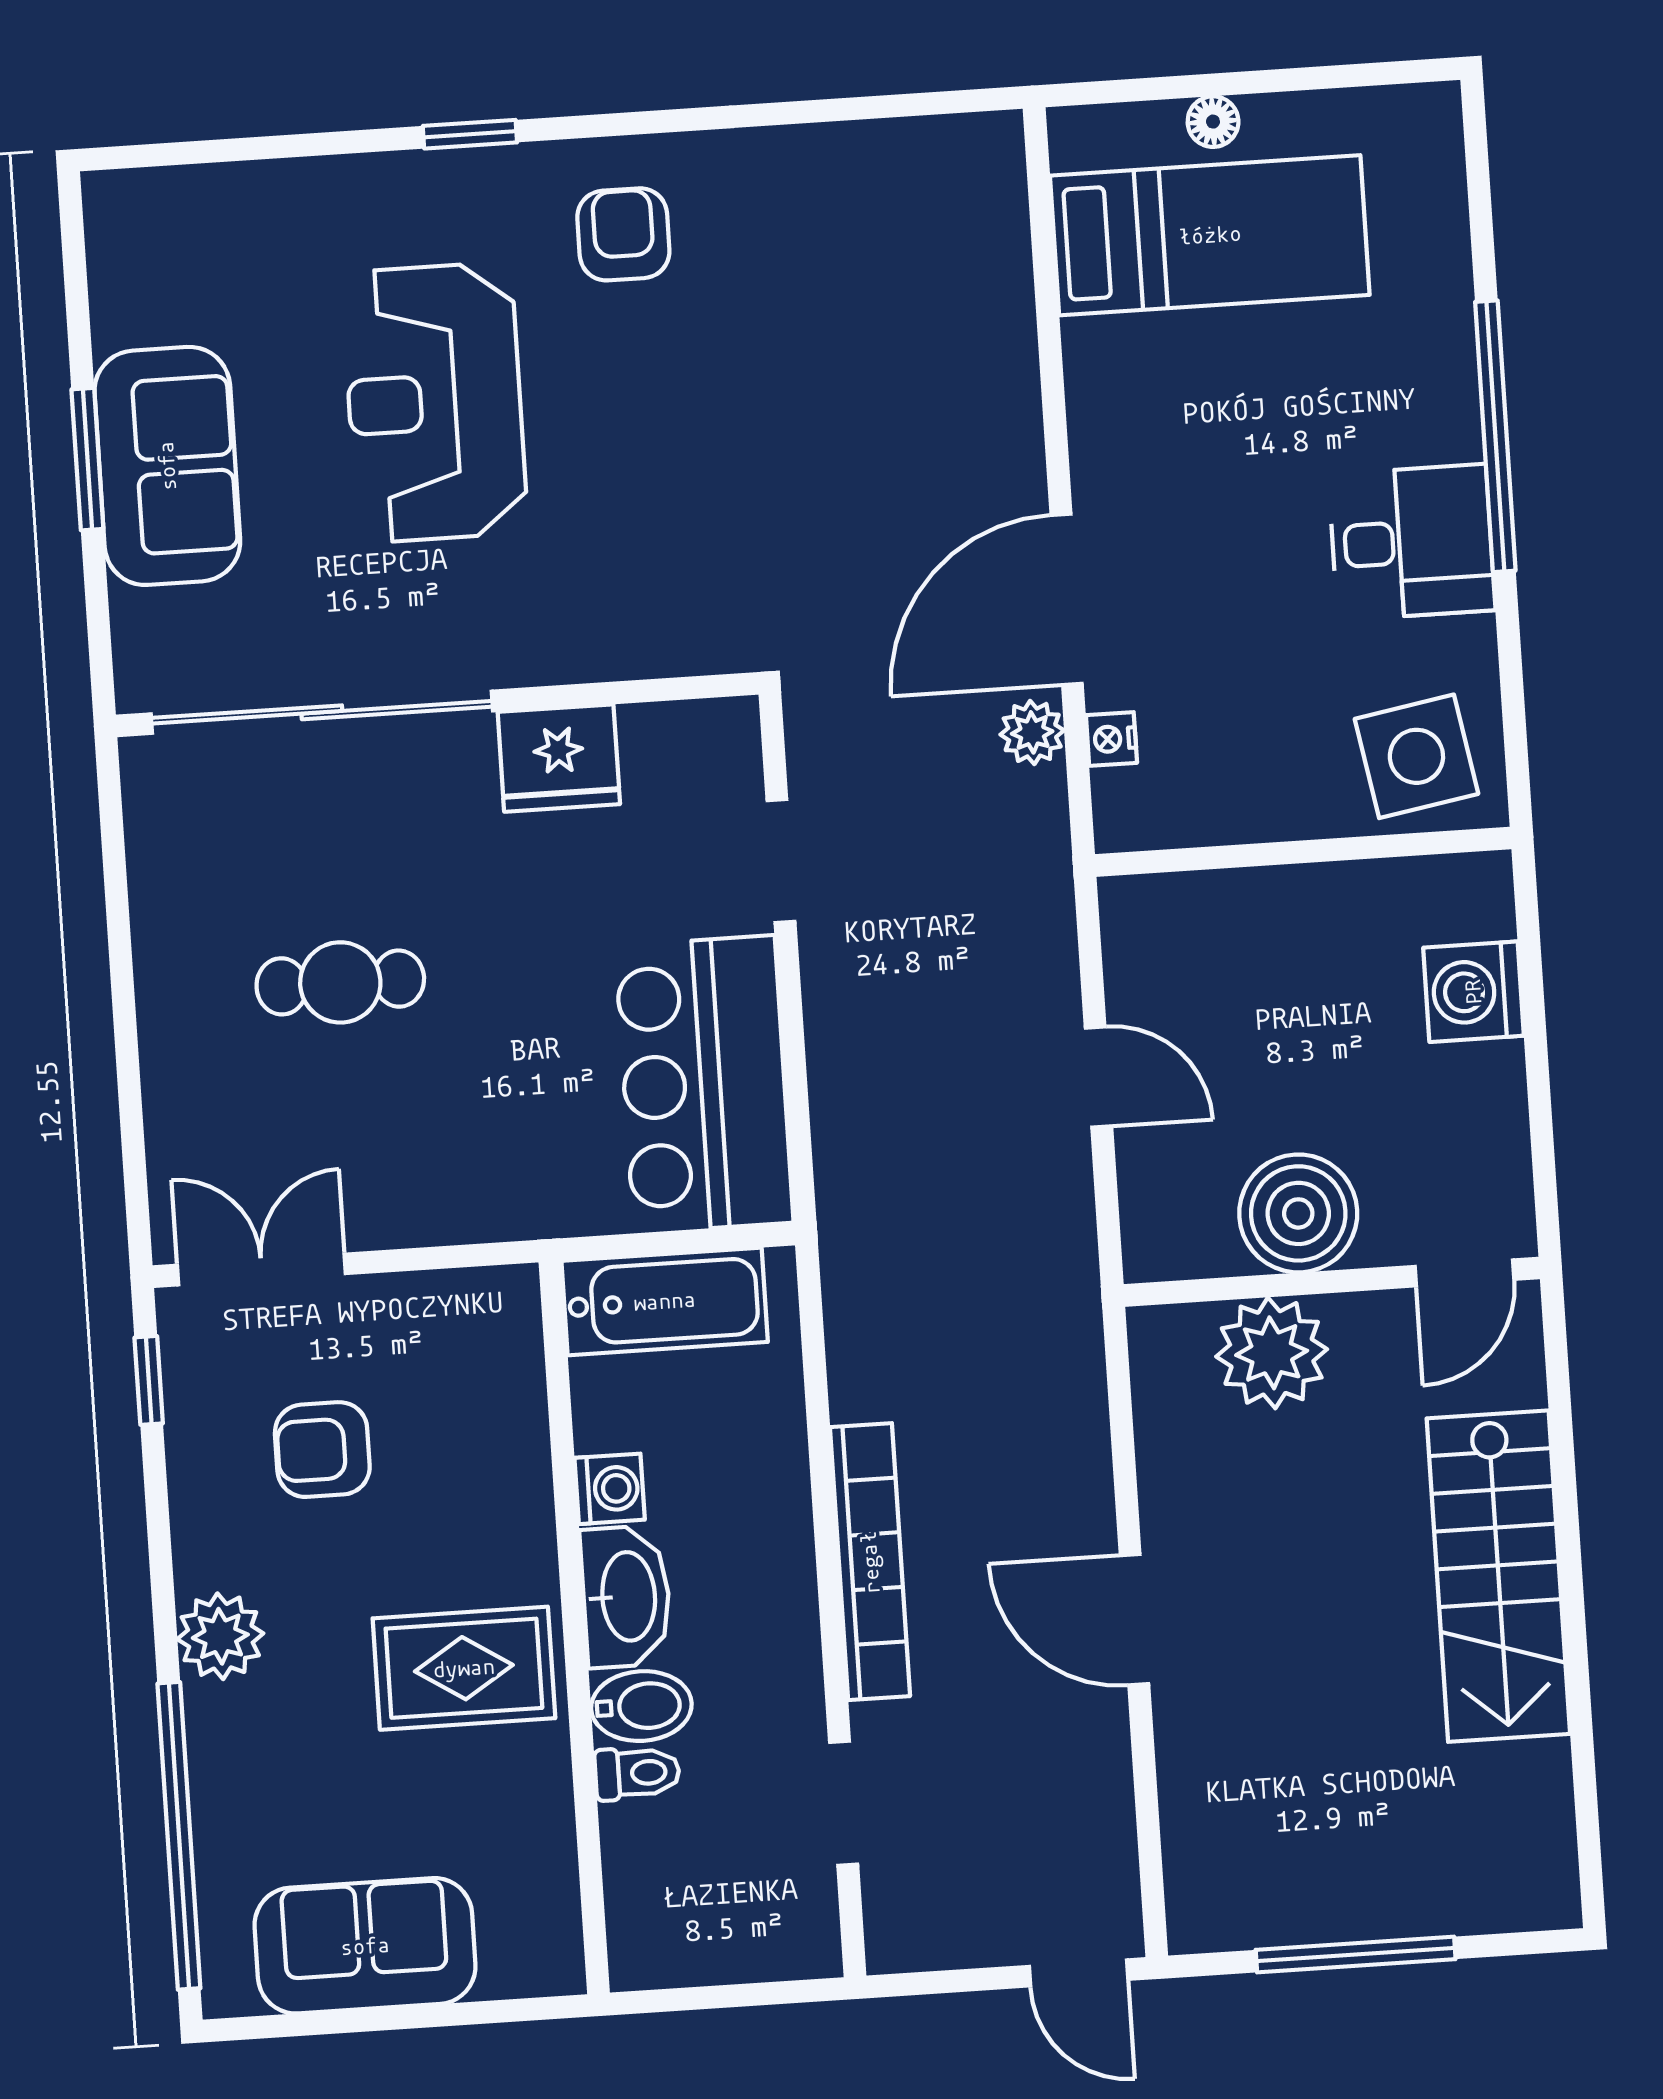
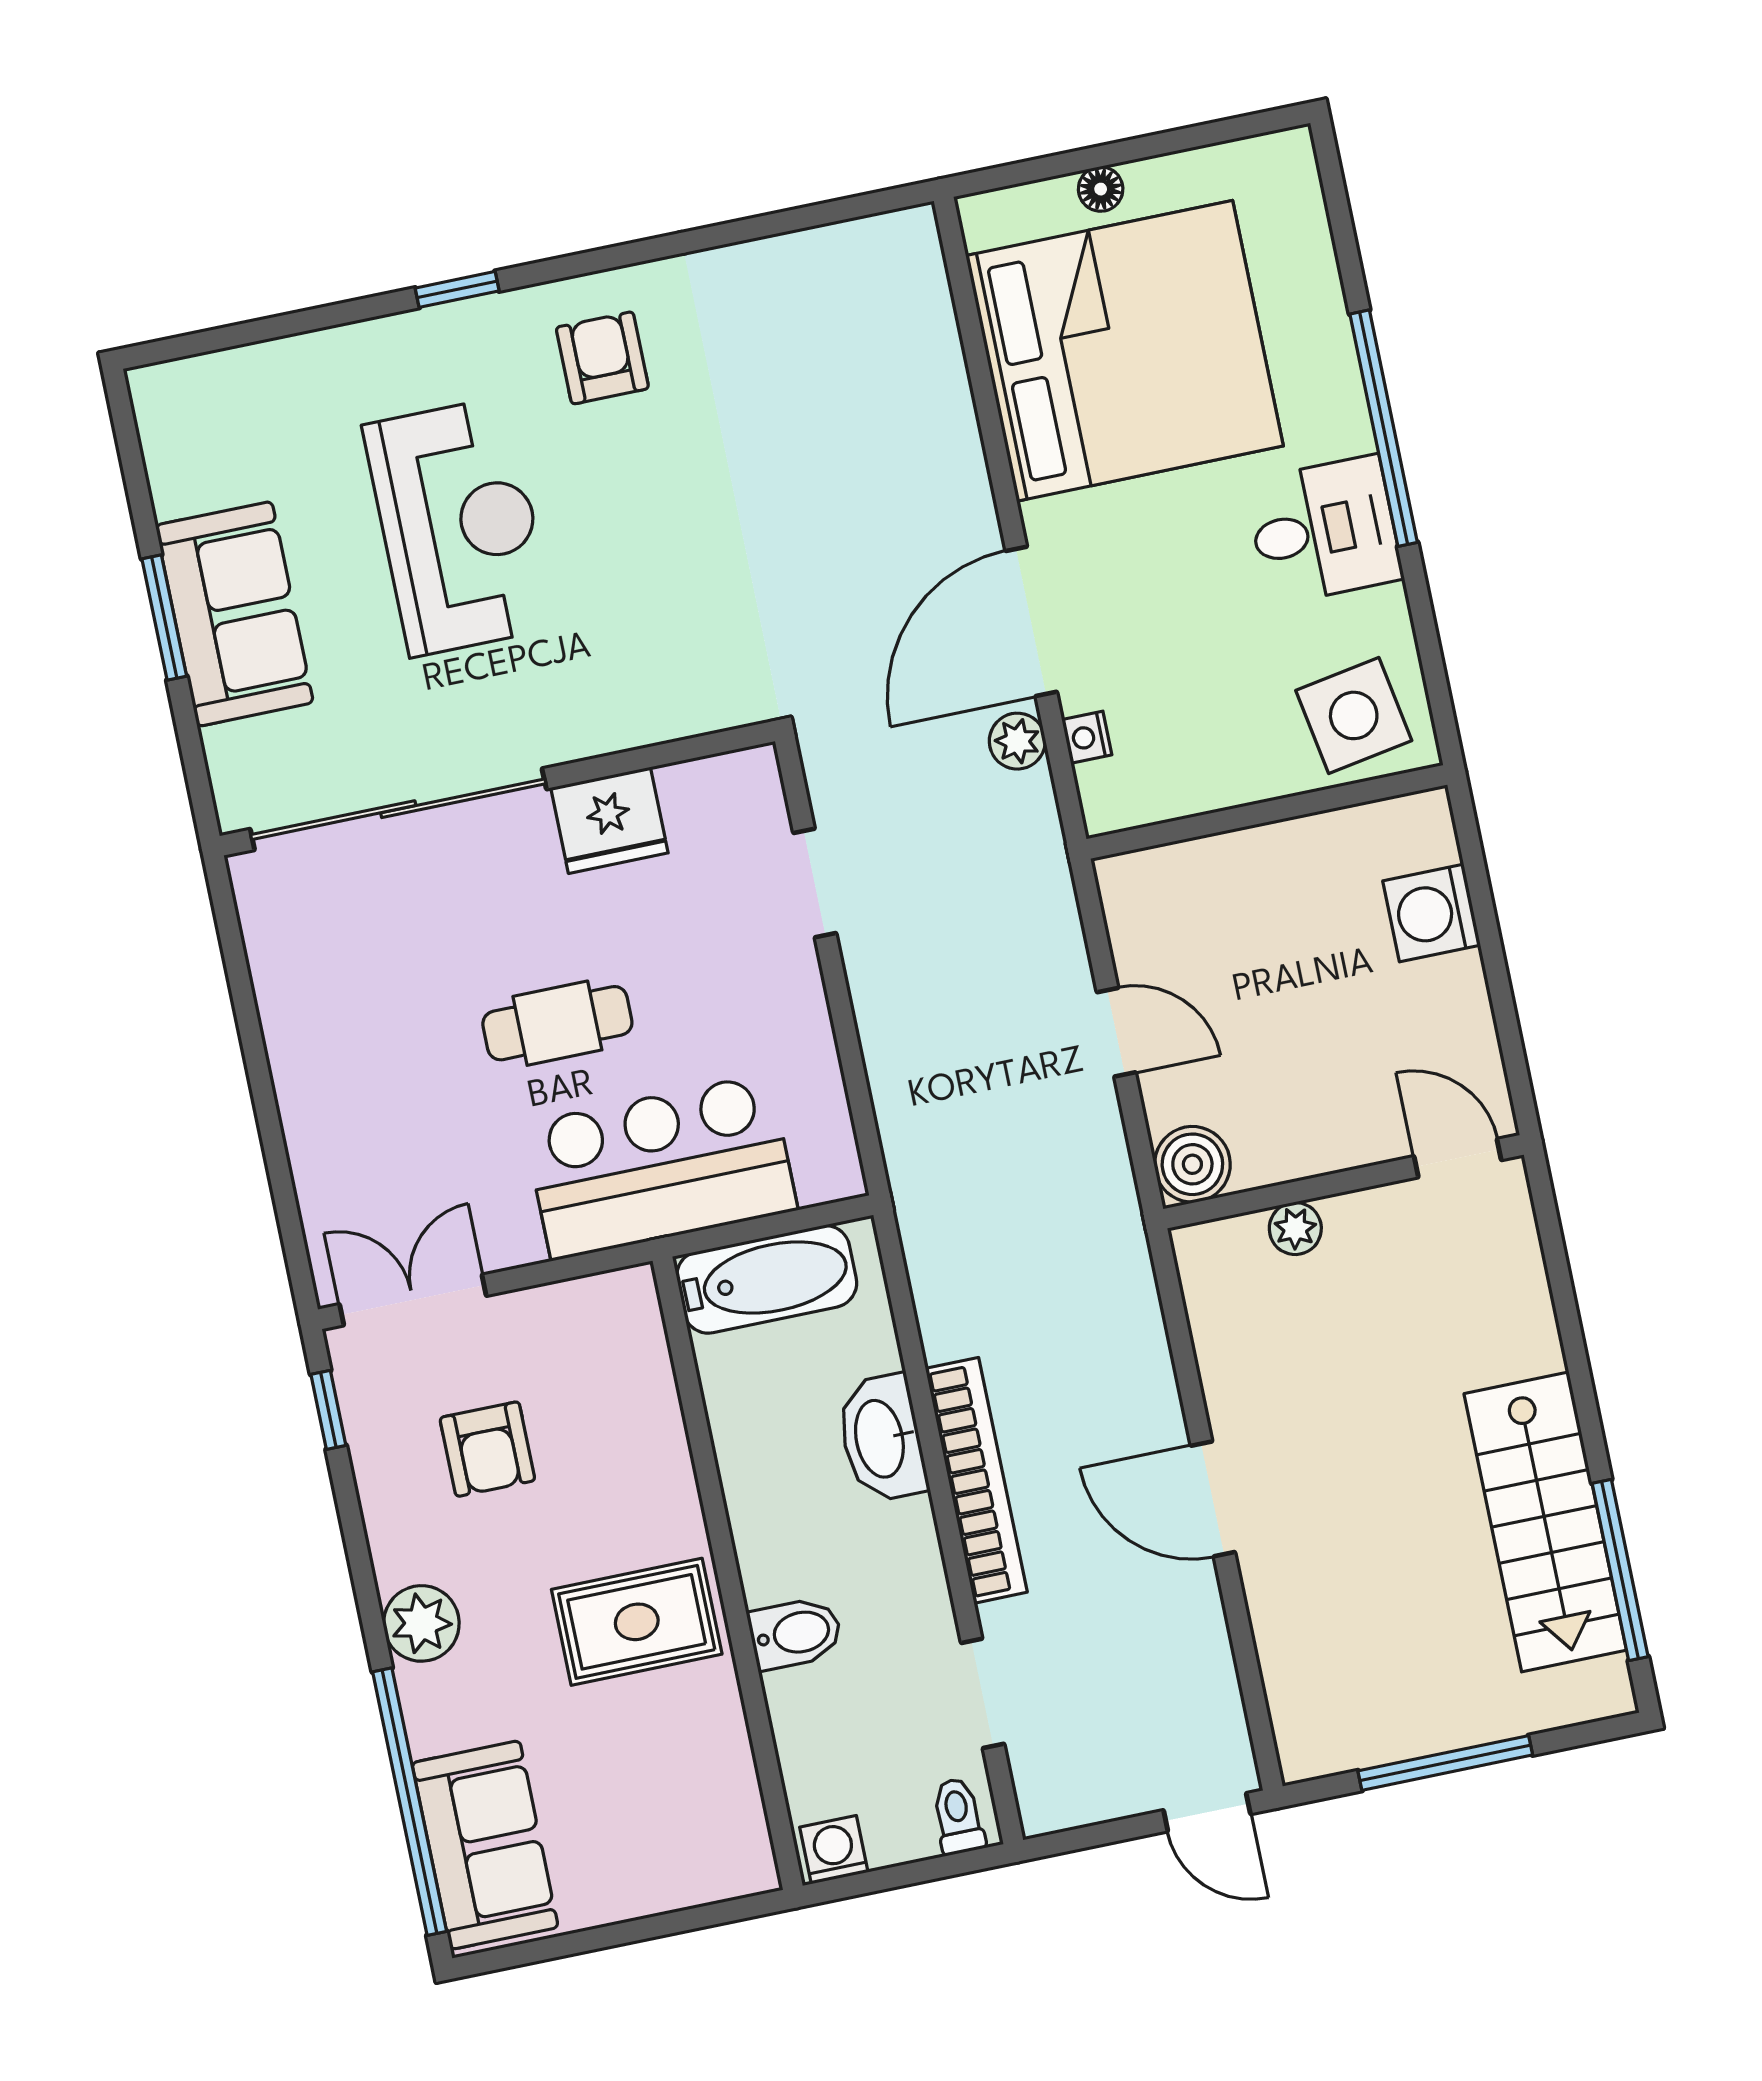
bed: (1210, 235) -> (1125, 351), width x2.04
reception desk: (435, 402) -> (459, 527), turned 180
cafe table: (340, 982) -> (557, 1023), moved
bar counter: (704, 1084) -> (660, 1167), moved, turned 90
boiler: (1298, 1213) -> (1192, 1164), moved, width x0.73, depth x0.73
door: (1465, 1273) -> (1458, 1158), swing flipped
plant: (1272, 1353) -> (1295, 1228), width x0.53, depth x0.53
armchair: (322, 1450) -> (487, 1449), turned -90
washing machine: (610, 1489) -> (834, 1850), moved, turned -90
stairs: (1498, 1576) -> (1545, 1522), moved
washbasin: (626, 1597) -> (882, 1438), moved, turned 180
window: (1584, 1764) -> (1620, 1570), added
toilet: (637, 1773) -> (958, 1816), moved, turned -90
sofa: (365, 1946) -> (485, 1845), moved, turned 90

